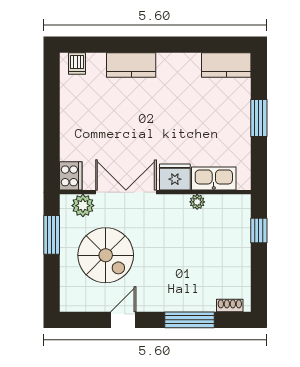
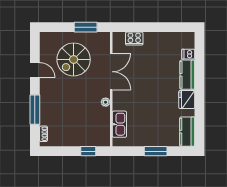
dishwasher: (77, 63) -> (188, 54), moved
cooker: (71, 176) -> (134, 39), moved
fridge: (175, 177) -> (187, 100), moved, turned 180
plant: (197, 202) -> (106, 102), moved
plant: (83, 206) -> (103, 46), removed

